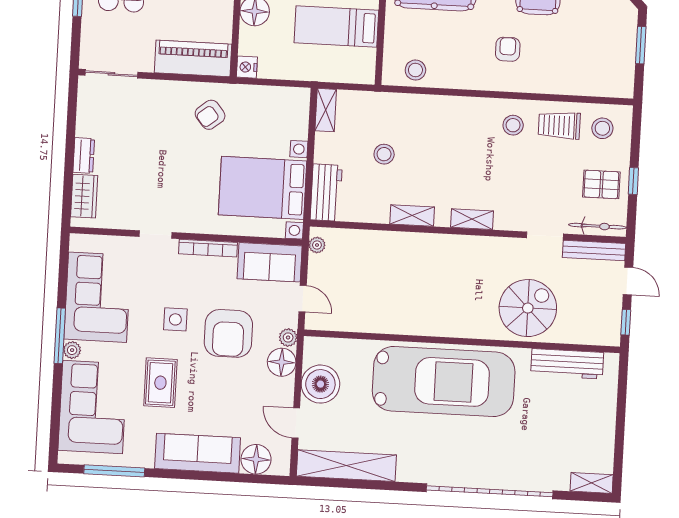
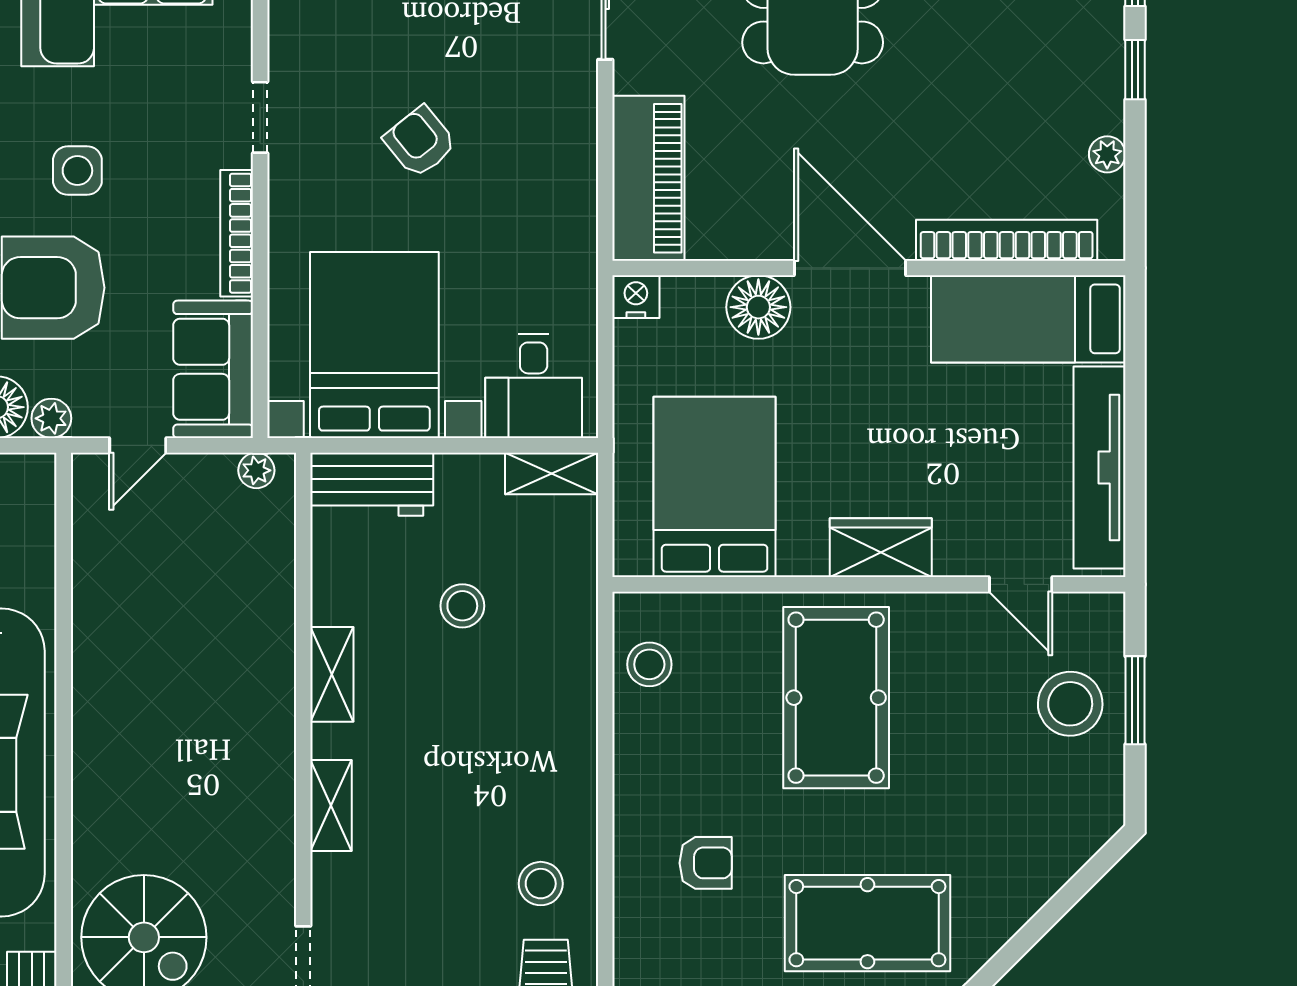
bed: (336, 27) -> (715, 487), width x1.50
armchair: (210, 115) -> (420, 142), moved
desk: (285, 116) -> (534, 386), added

